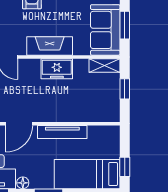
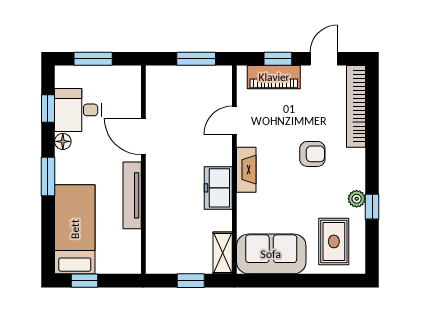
window: (125, 25) -> (278, 281), removed
fireplace: (50, 46) -> (246, 170), width x0.73, depth x0.76

